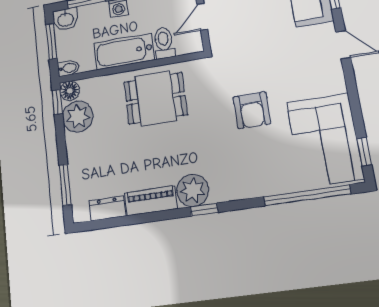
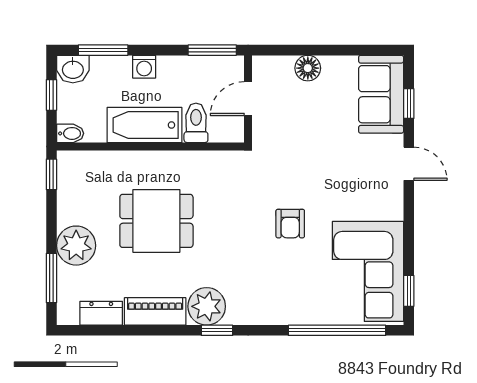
window: (51, 41) -> (51, 95), width x0.67
floor lamp: (70, 91) -> (69, 163), removed
dining table: (155, 98) -> (156, 221), moved
armchair: (252, 110) -> (290, 224), width x0.72, depth x0.72
plant: (78, 117) -> (76, 246), moved

